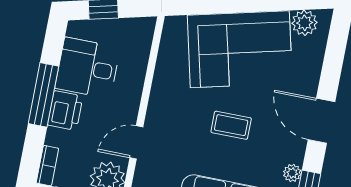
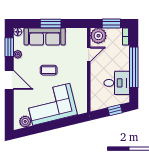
window: (44, 95) -> (134, 67), width x1.46
printer: (65, 111) -> (123, 62), removed

